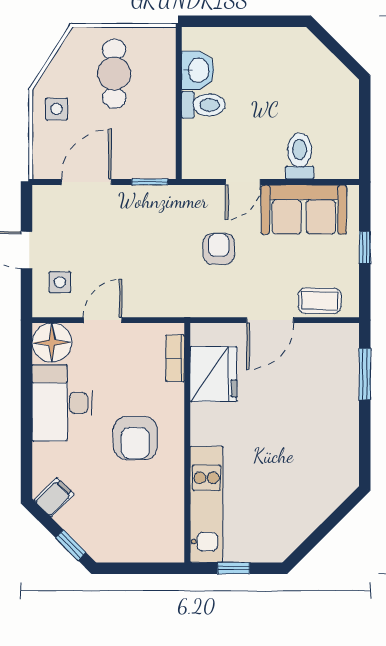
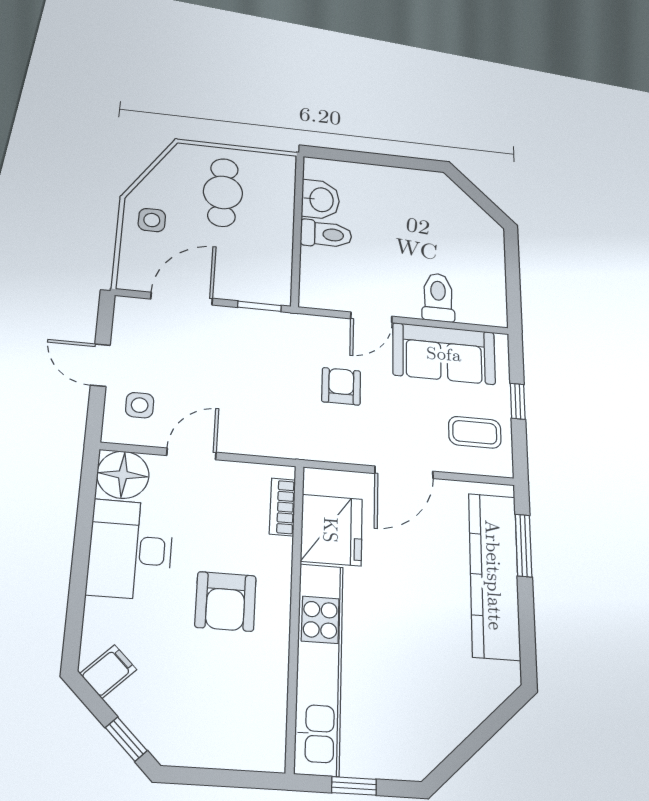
coffee table: (320, 301) -> (475, 432), moved
kitchen counter: (341, 401) -> (494, 575), added
kitchen unit: (206, 504) -> (319, 667), width x1.36

